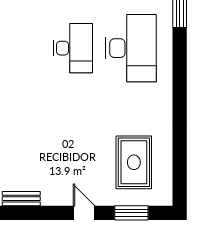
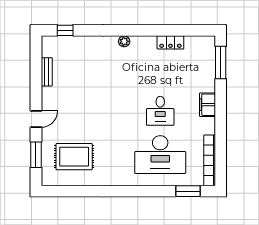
desk: (73, 48) -> (160, 111), width x0.73

